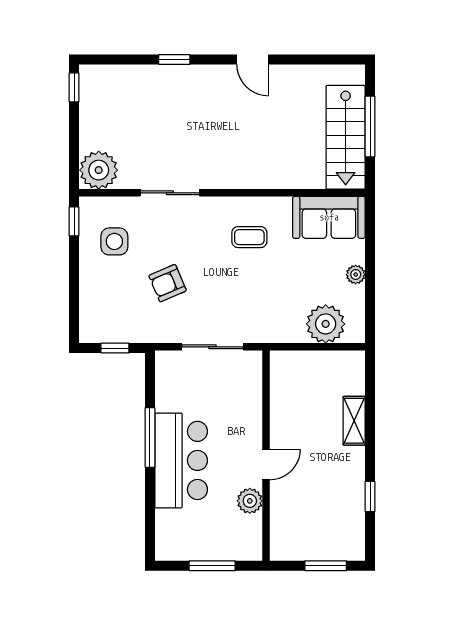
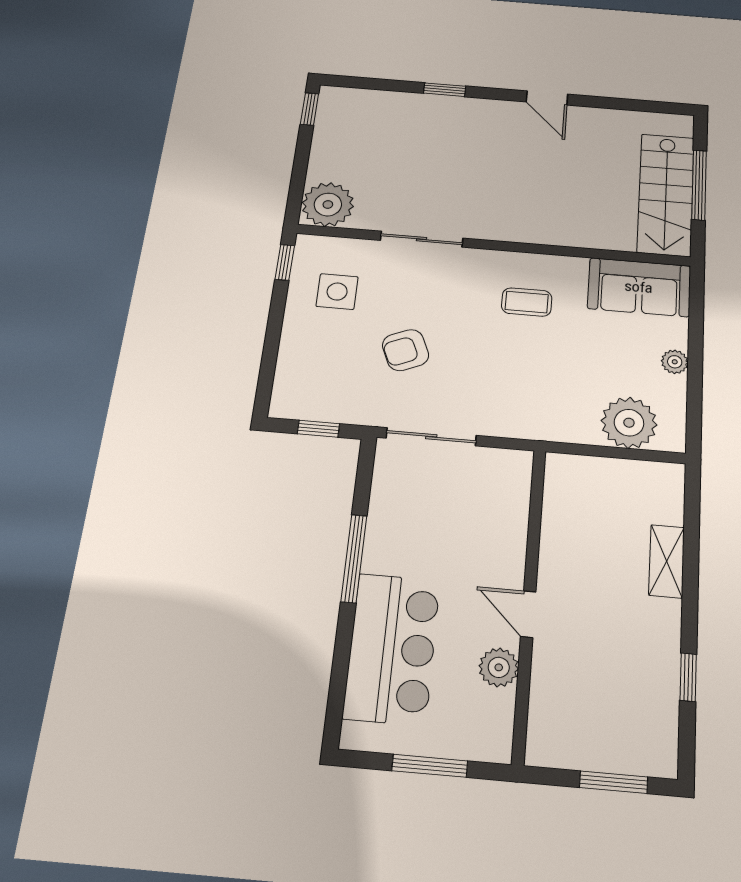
sliding door: (212, 347) -> (431, 437), moved
bar counter: (181, 460) -> (392, 648), moved
door: (266, 465) -> (528, 614), swing flipped

